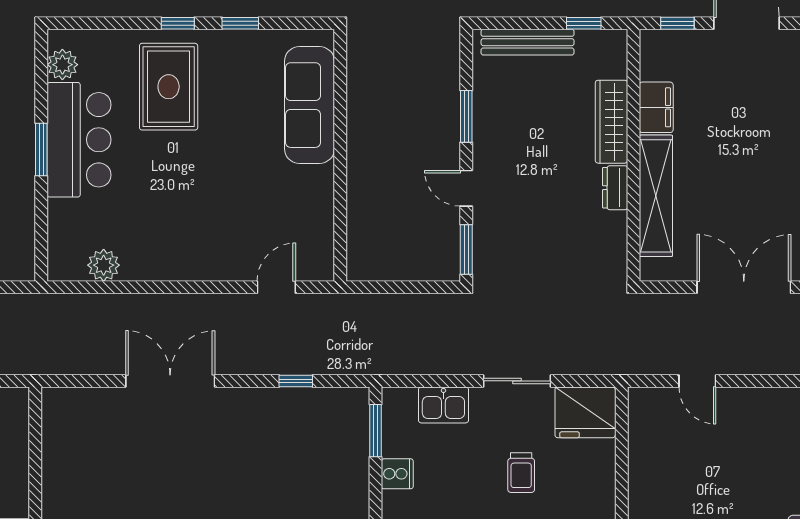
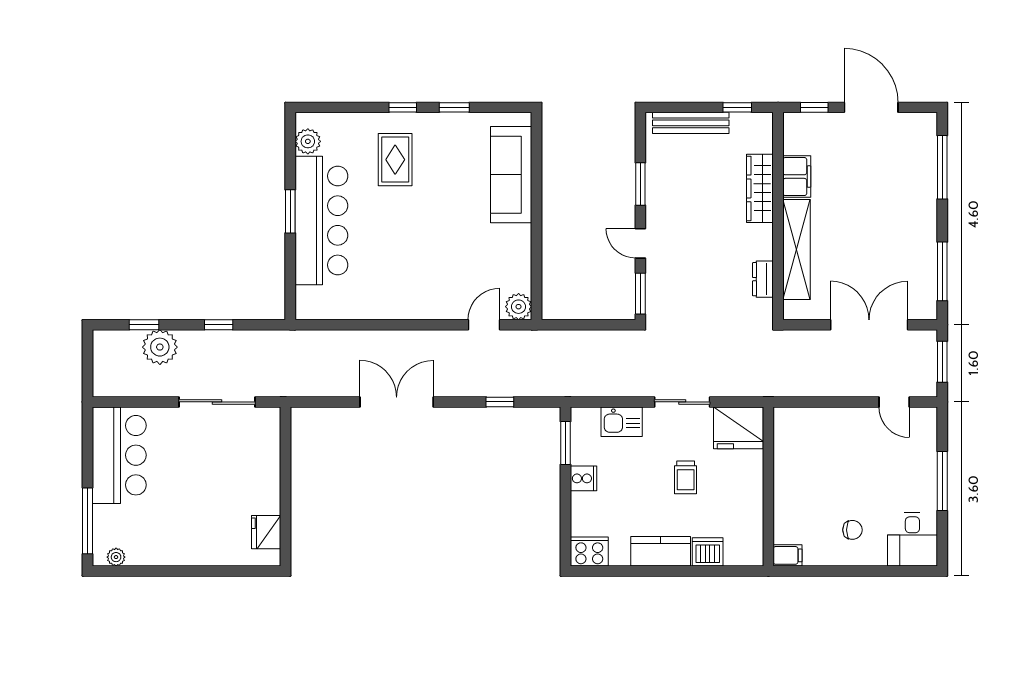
rug: (169, 87) -> (395, 160), width x0.73, depth x0.70
bar counter: (79, 140) -> (321, 220), width x1.36
dresser: (615, 188) -> (763, 279), moved
plant: (104, 265) -> (519, 307), moved
door: (697, 381) -> (894, 402), moved

